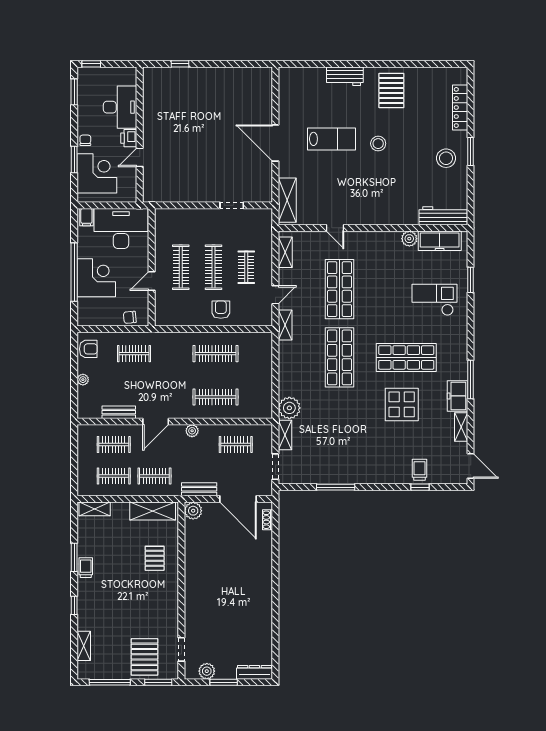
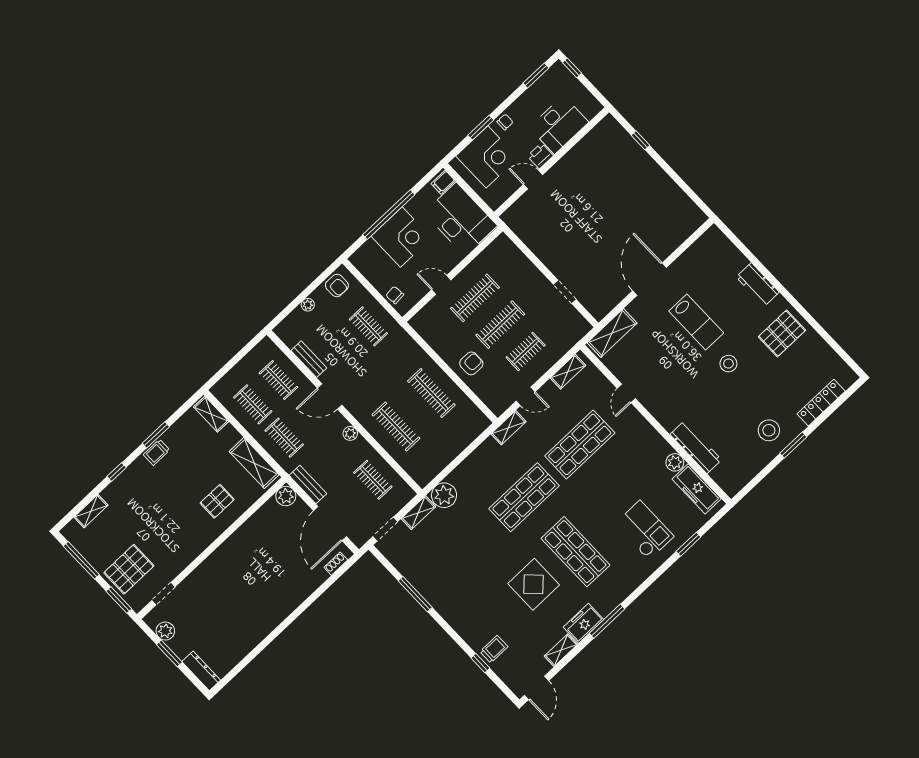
workbench: (443, 216) -> (696, 447), moved
trolley: (86, 568) -> (156, 452), turned 180

